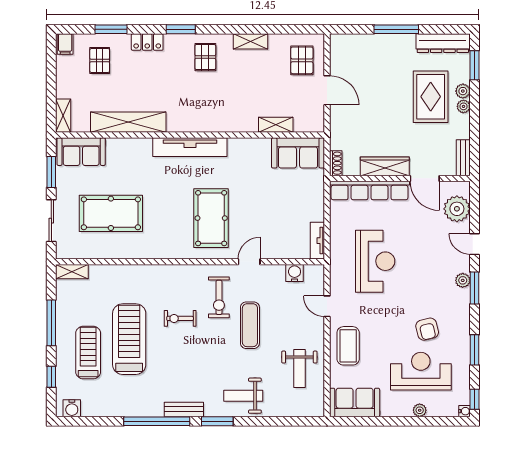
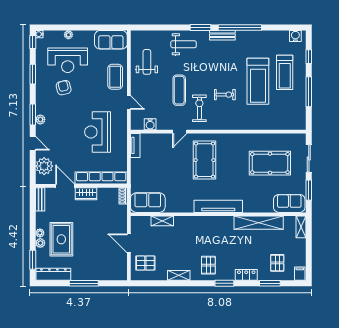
pallet: (302, 60) -> (145, 263), turned 90
wardrobe: (385, 166) -> (86, 194), width x0.67
shelving: (72, 272) -> (295, 125), removed

